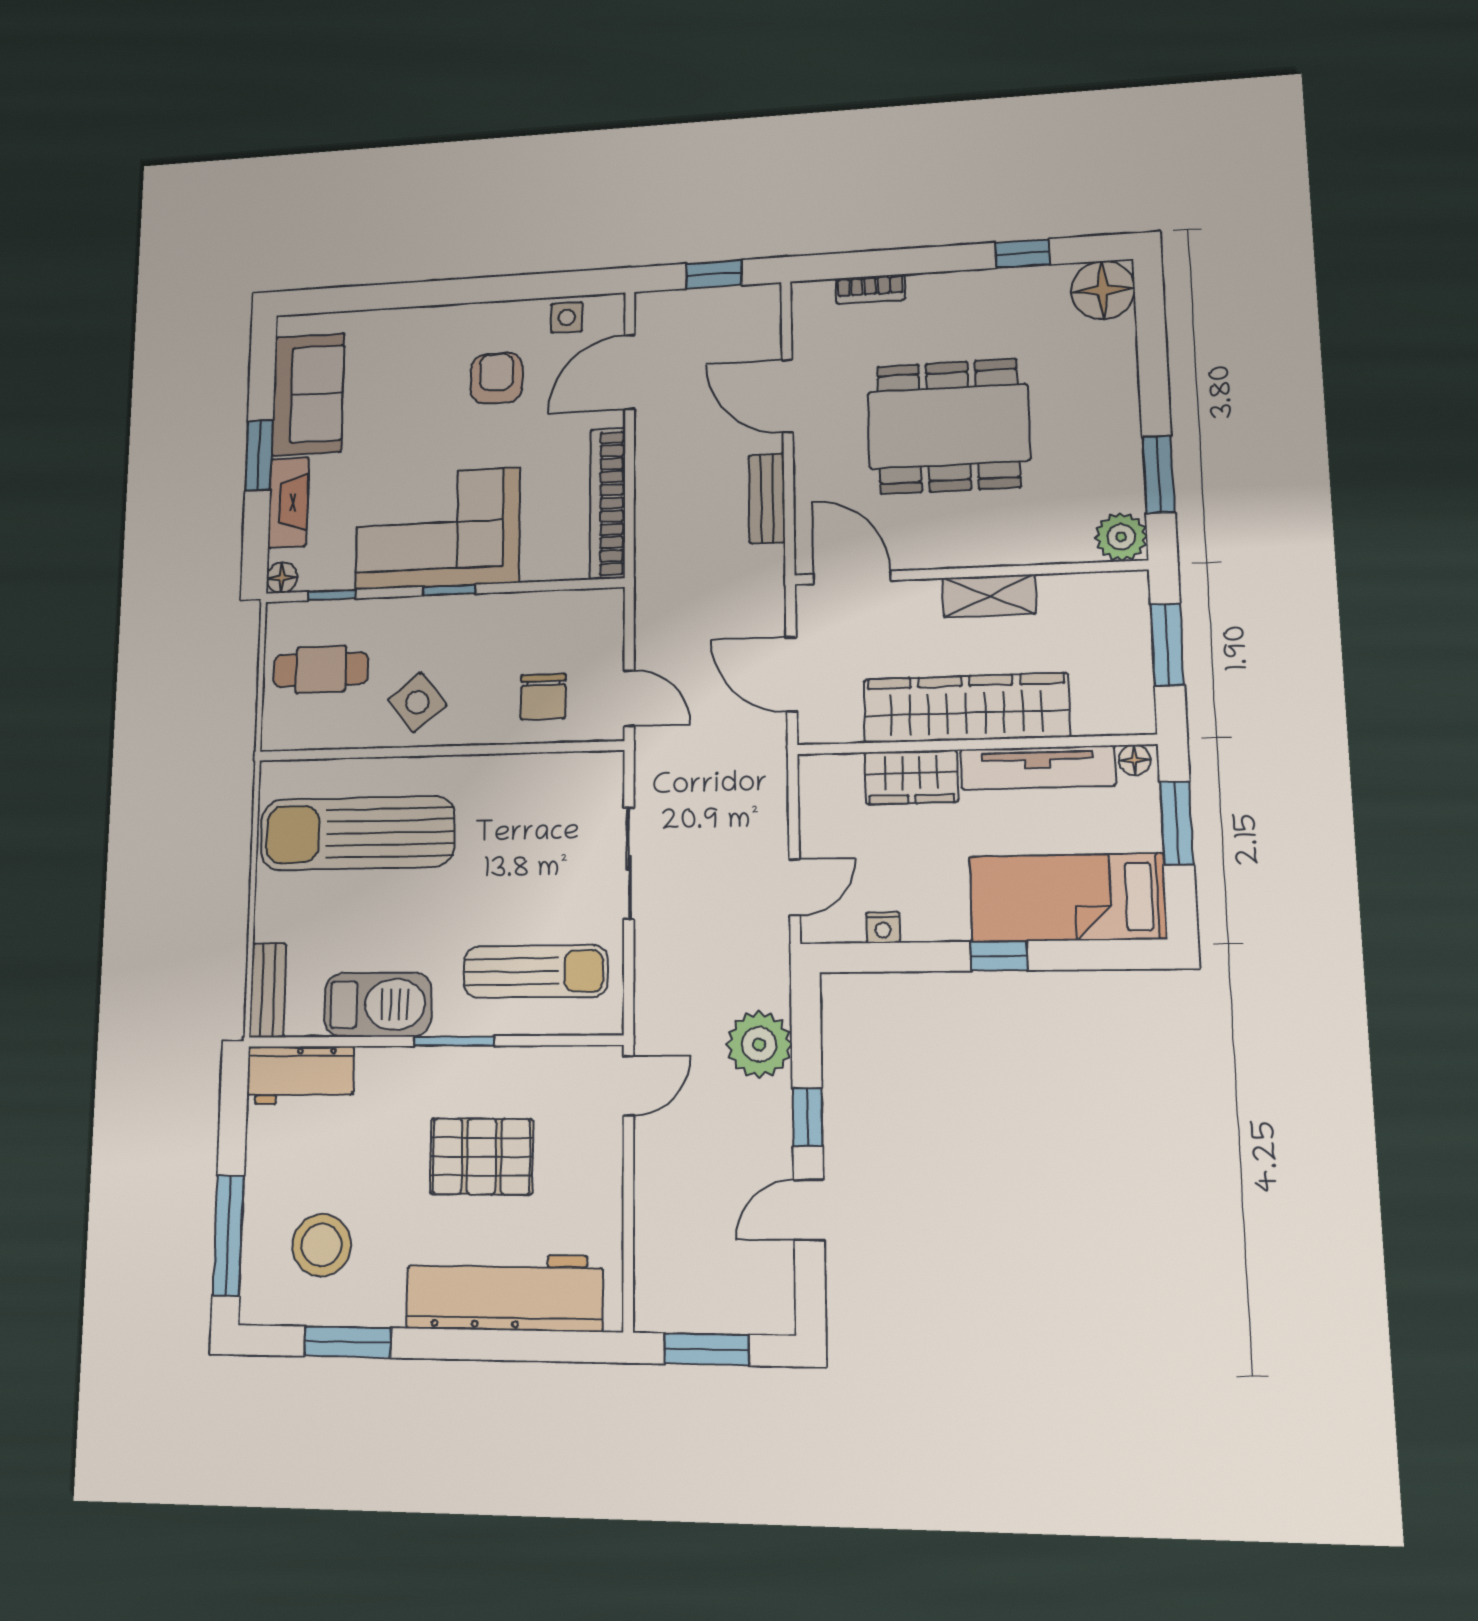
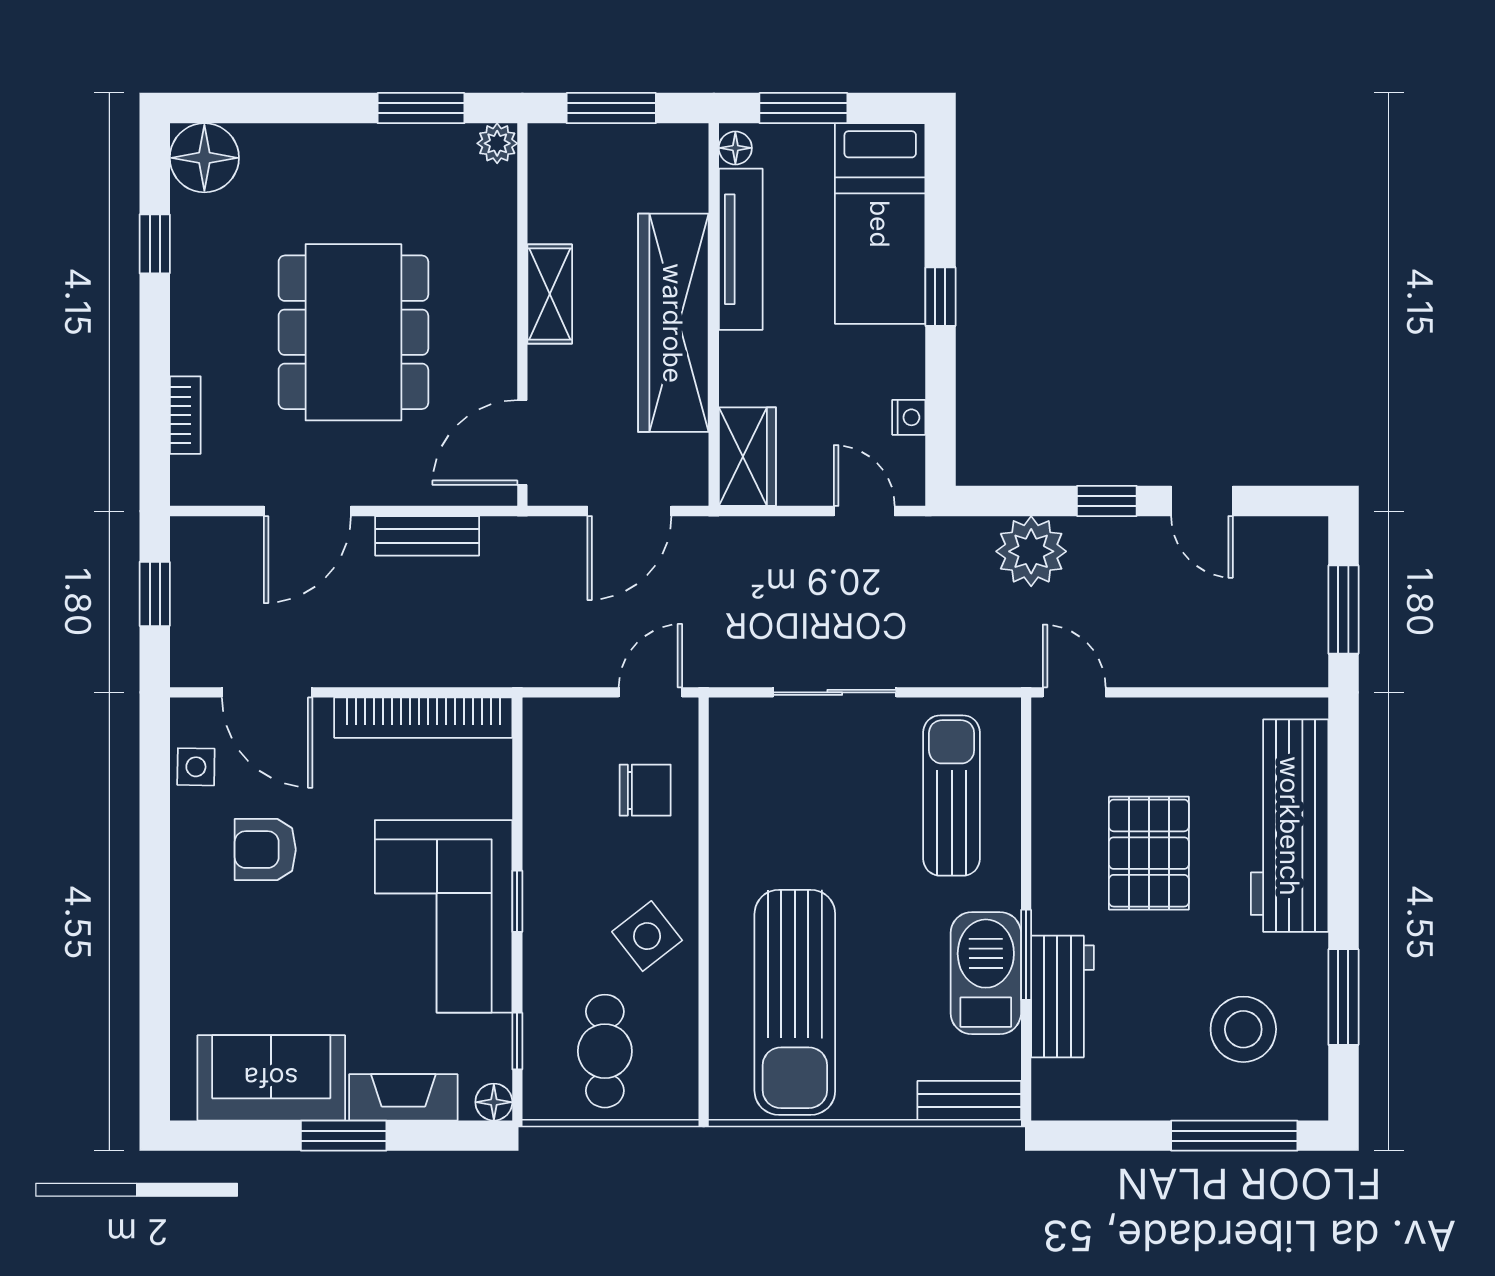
plant: (1121, 537) -> (497, 143), width x0.73, depth x0.73
wardrobe: (911, 777) -> (747, 457), moved
window: (454, 1041) -> (1026, 955), moved
workbench: (300, 1075) -> (1062, 997), moved

